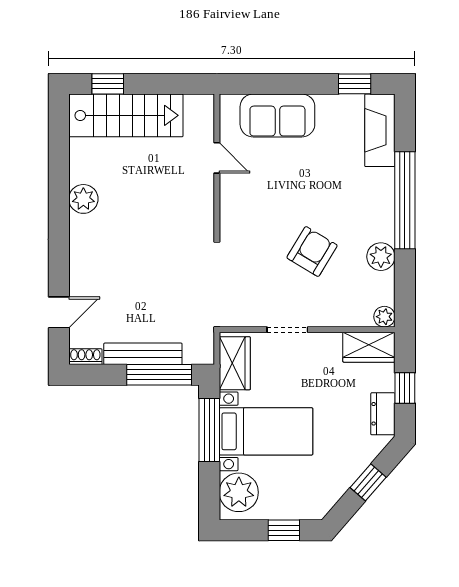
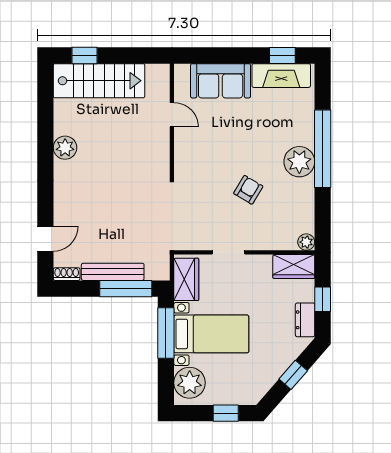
fireplace: (380, 130) -> (281, 76), moved, turned -90
armchair: (312, 252) -> (248, 190), width x0.72, depth x0.72
plant: (381, 257) -> (299, 162), moved, width x1.36, depth x1.36

